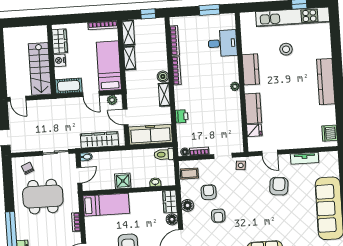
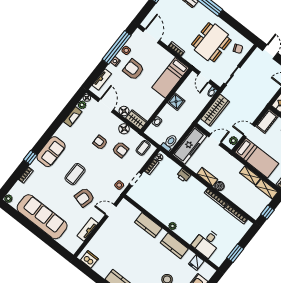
fridge: (254, 130) -> (196, 263), moved
armchair: (279, 186) -> (84, 197), turned 99
coffee table: (266, 213) -> (75, 174), added

